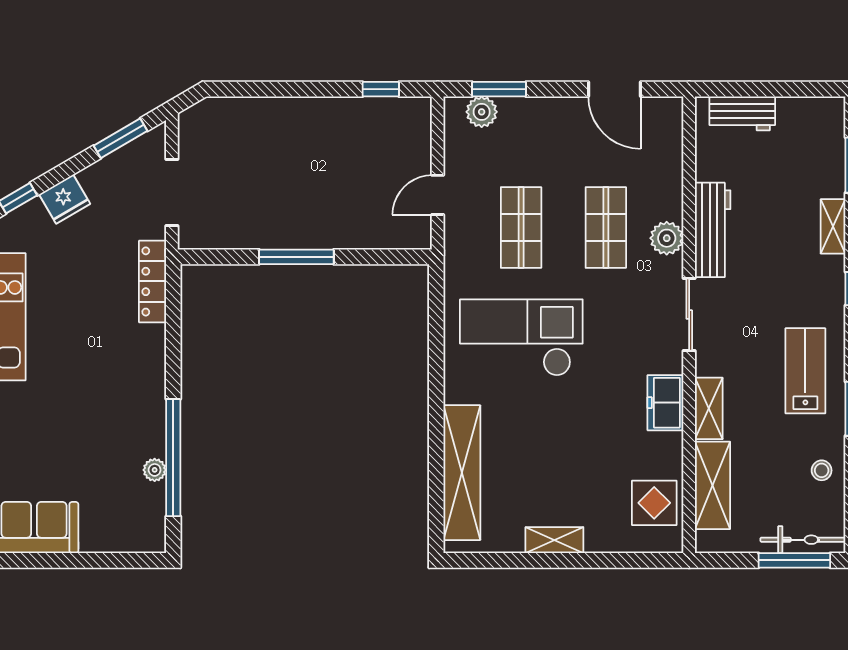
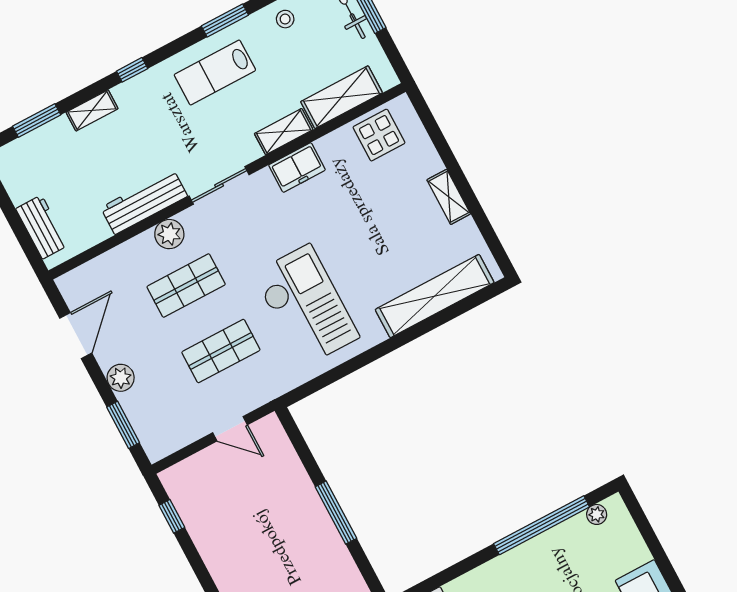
plant: (482, 112) -> (121, 378), moved
checkout: (521, 338) -> (306, 306), turned 180
plant: (155, 470) -> (597, 514), moved

